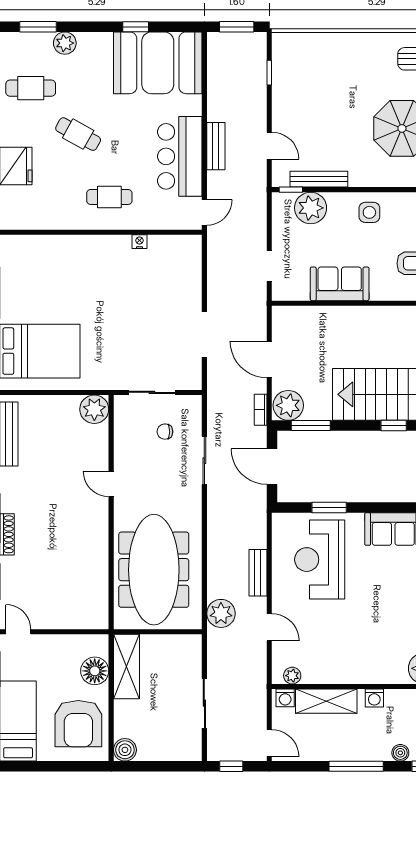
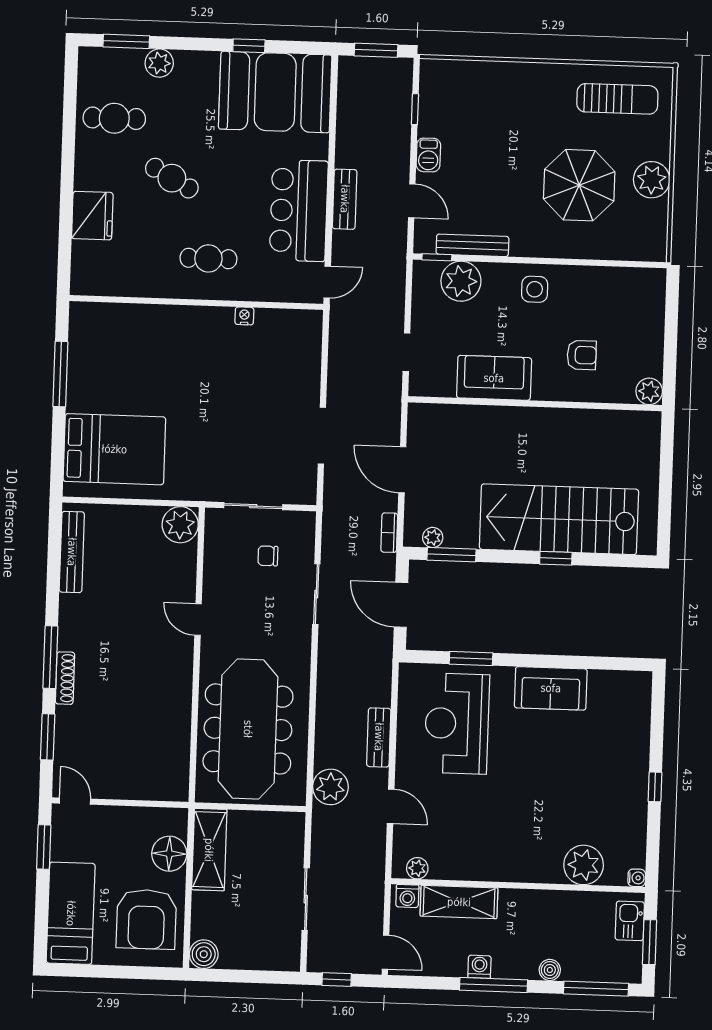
barbecue: (281, 109) -> (428, 155), added
plant: (288, 405) -> (433, 538), width x0.53, depth x0.53
washing machine: (374, 698) -> (479, 967), moved, turned 180

